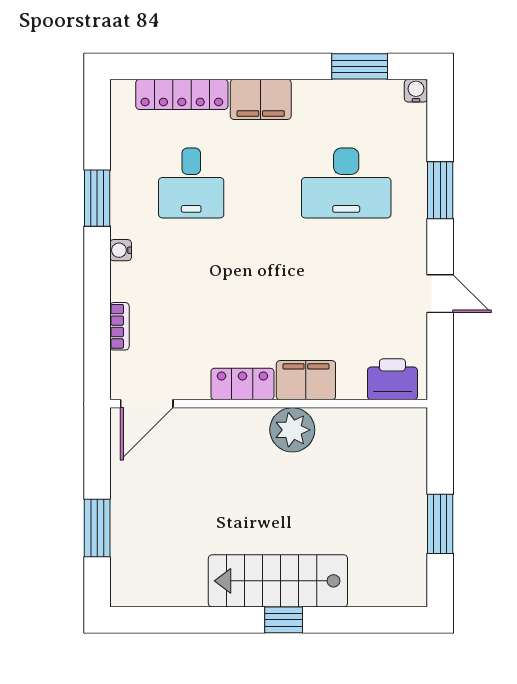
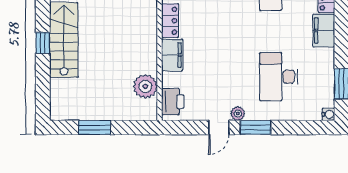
window: (440, 190) -> (256, 127), moved
plant: (415, 258) -> (238, 114), added
plant: (292, 430) -> (145, 86), moved

